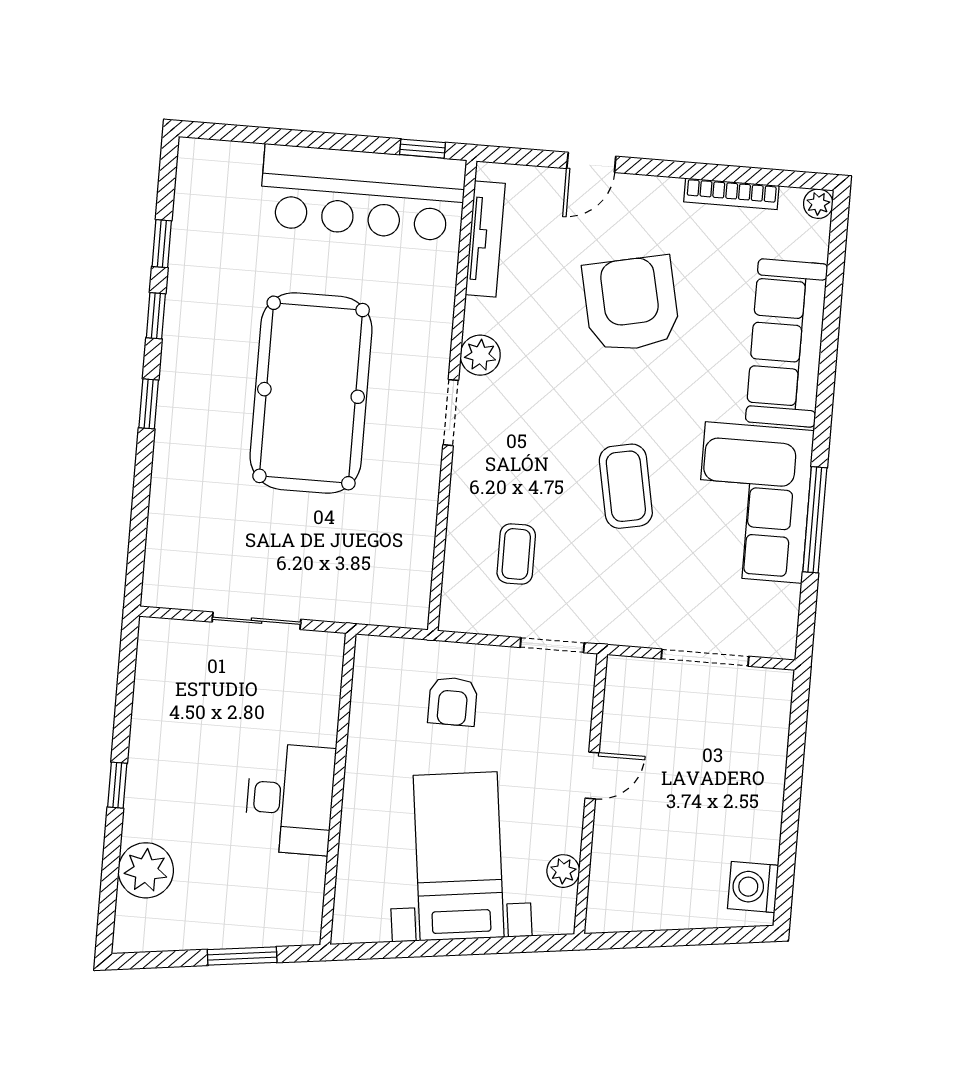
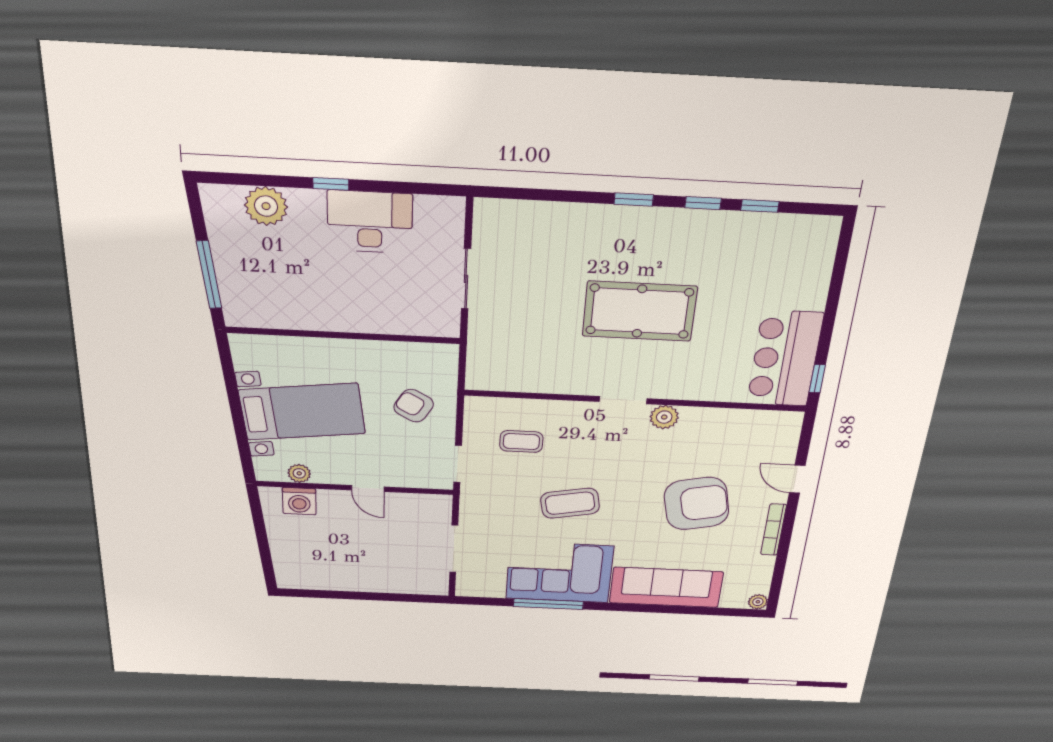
bar counter: (363, 193) -> (785, 359), width x0.73
bookcase: (731, 194) -> (774, 530), moved
tv unit: (485, 239) -> (748, 418), removed
pool table: (311, 393) -> (639, 311), width x0.73, depth x0.76
armchair: (453, 701) -> (414, 406), turned 30
desk: (290, 799) -> (370, 222), moved, turned 180
washing machine: (753, 887) -> (299, 501), moved, turned 180
window: (242, 956) -> (209, 275), width x1.44

